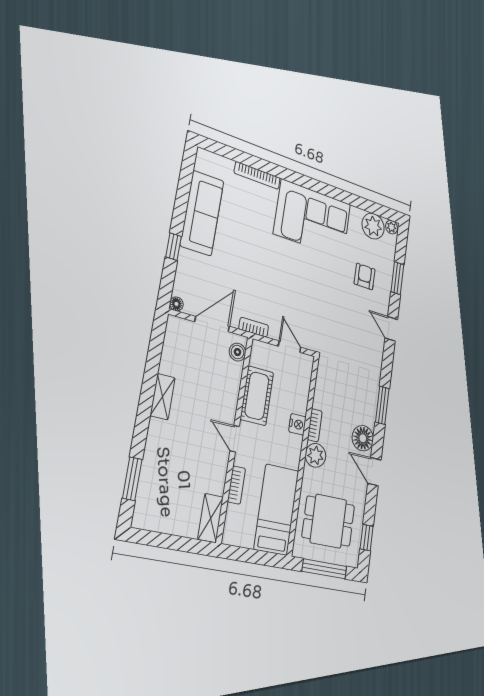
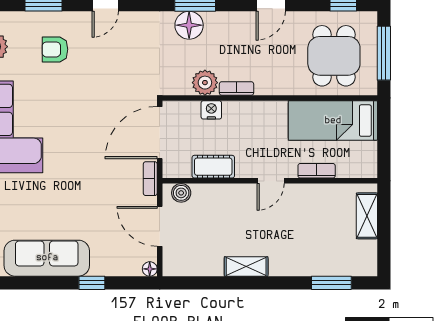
door: (290, 347) -> (160, 133), width x1.88
cot: (257, 396) -> (213, 167), width x0.73, depth x0.75
nightstand: (297, 424) -> (211, 110), moved
floor lamp: (363, 438) -> (189, 25), moved
plant: (315, 455) -> (205, 83), moved
shelving: (211, 518) -> (367, 216), moved, turned 90

